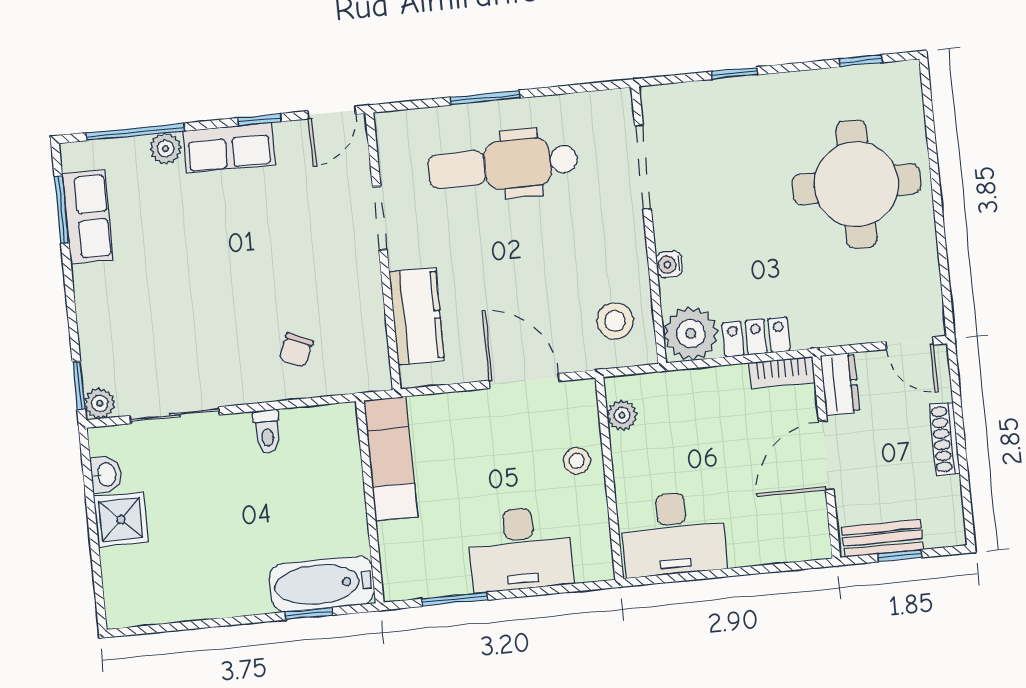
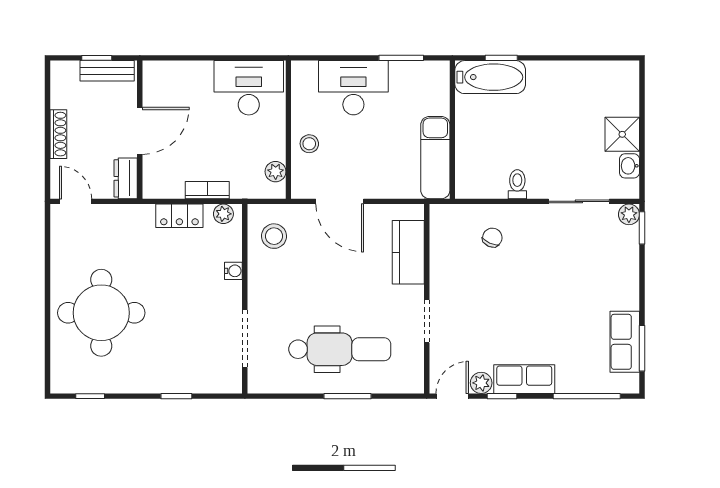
plant: (166, 148) -> (481, 383), moved
plant: (691, 334) -> (223, 214), width x0.53, depth x0.53
bookcase: (782, 372) -> (207, 190), moved

